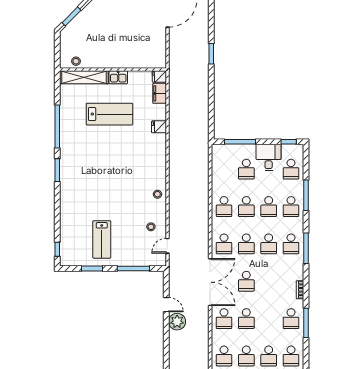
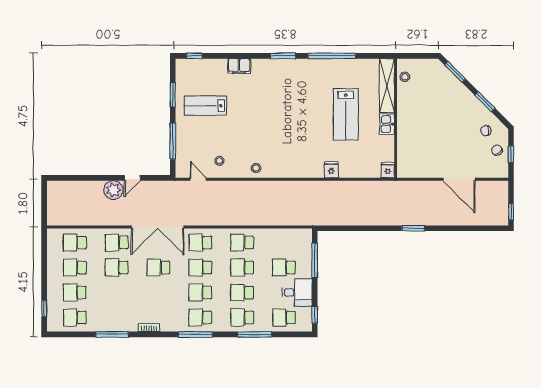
filing cabinet: (160, 93) -> (239, 66), moved, turned 180
school desk: (291, 319) -> (117, 318), removed

